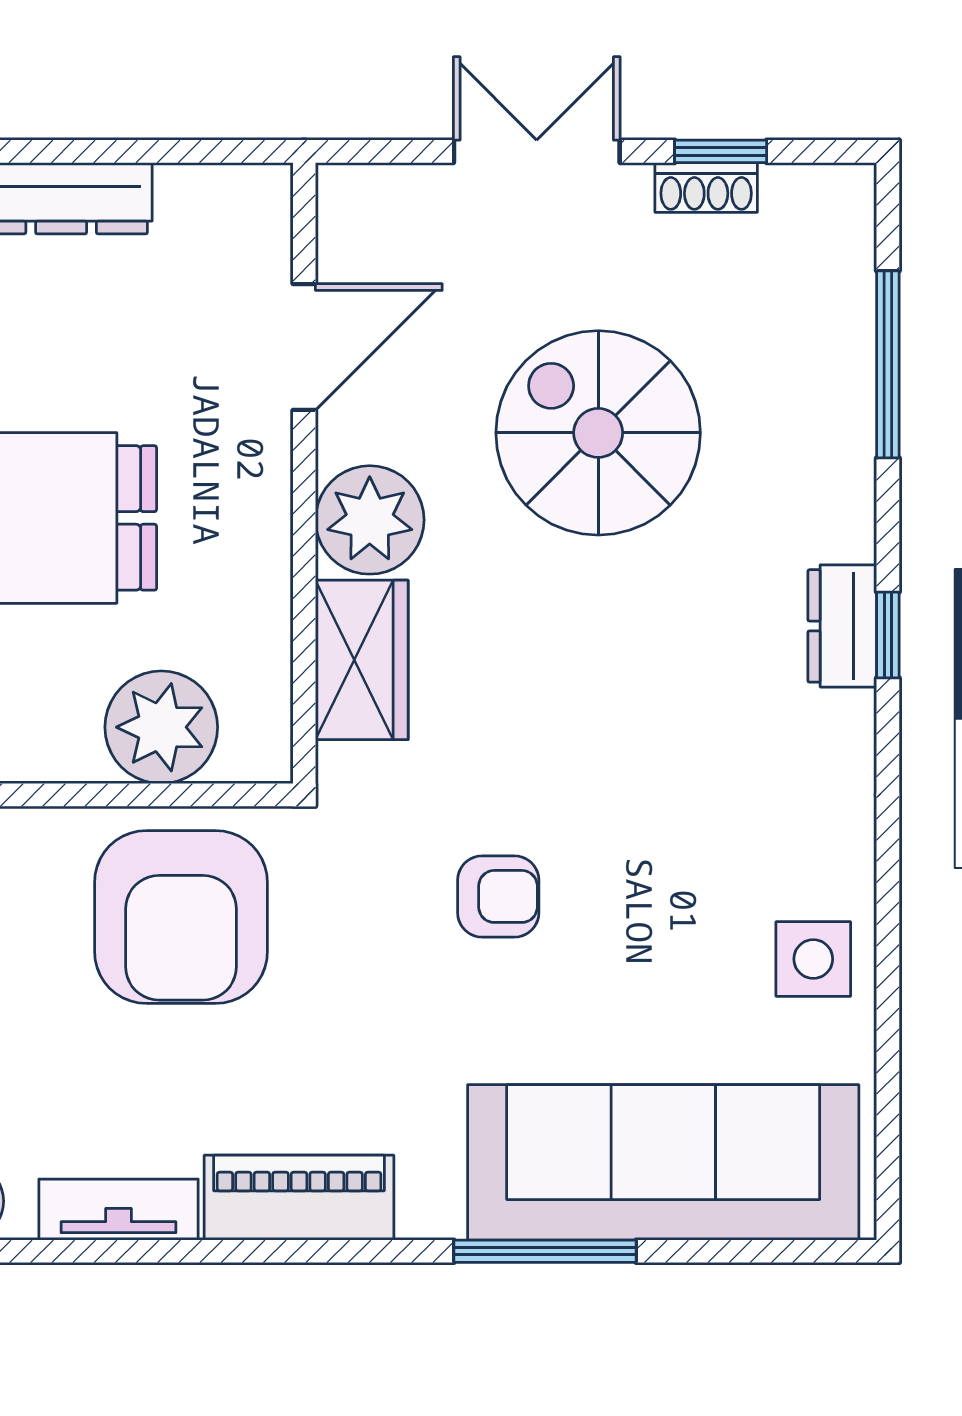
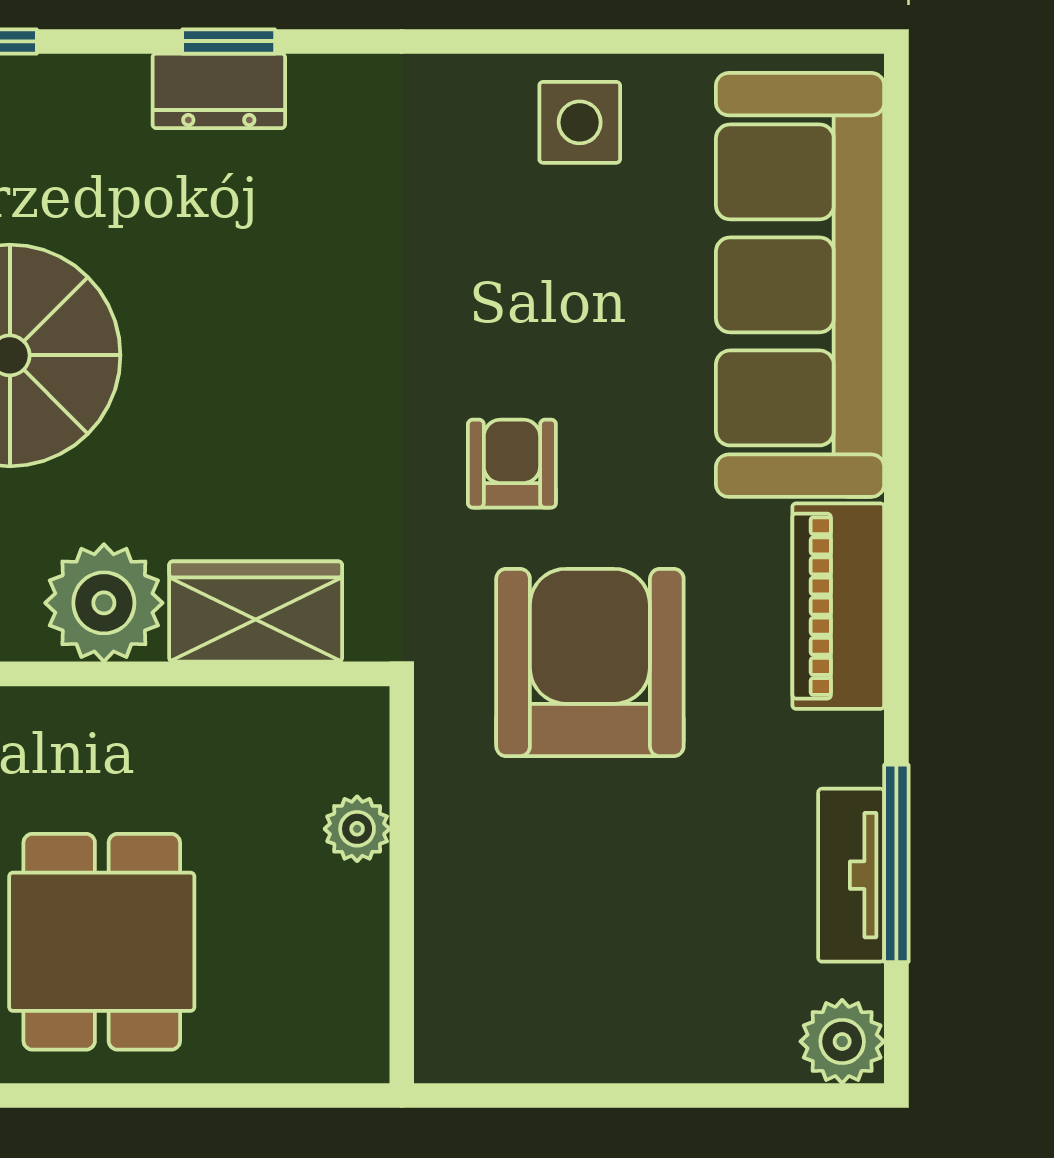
plant: (161, 727) -> (357, 829), width x0.53, depth x0.53
armchair: (181, 917) -> (590, 663), moved, turned -90
piano: (299, 1198) -> (838, 606), moved
window: (545, 1251) -> (896, 863), moved

